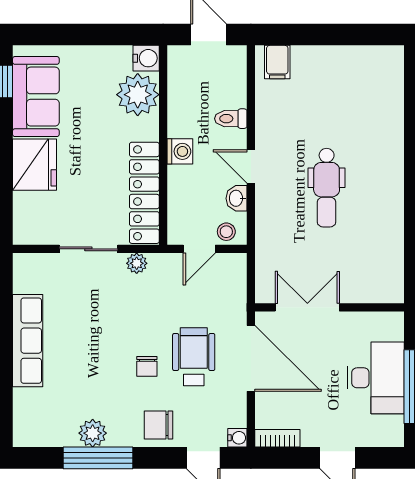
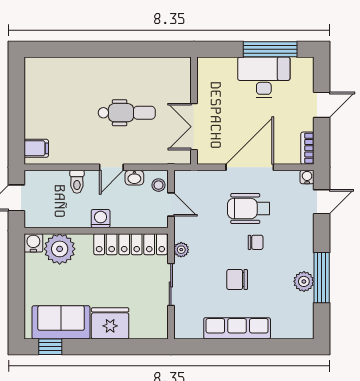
double door: (307, 307) -> (194, 127), moved
wall: (329, 307) -> (194, 111), moved
chair: (158, 425) -> (237, 280), moved, turned 90

